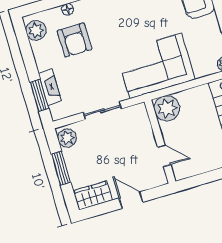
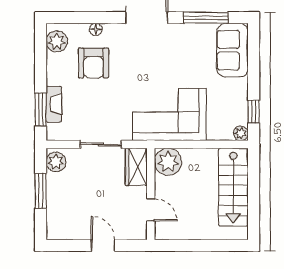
wardrobe: (93, 195) -> (136, 167), moved, turned -90

